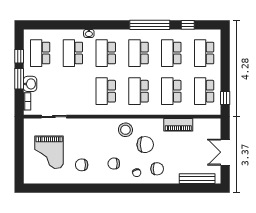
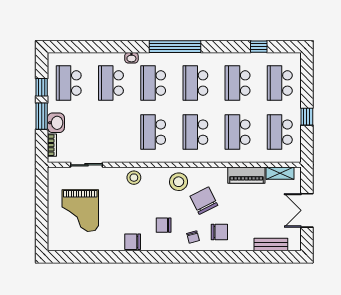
window: (150, 25) -> (175, 47), moved
window: (225, 98) -> (307, 117), moved
shelving: (204, 123) -> (280, 173), added
stool: (91, 127) -> (134, 178), added
chair: (145, 145) -> (204, 201), turned -117
chair: (82, 165) -> (133, 242), moved
bench: (197, 179) -> (271, 245), width x0.73

